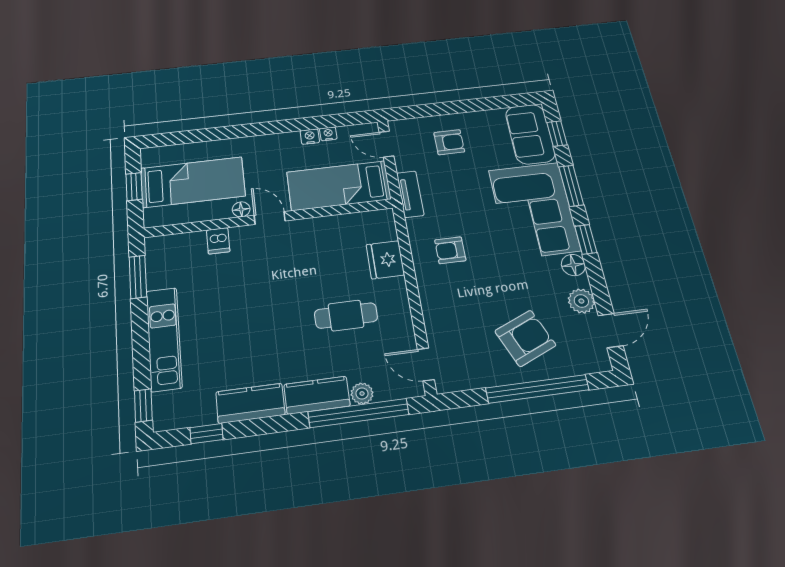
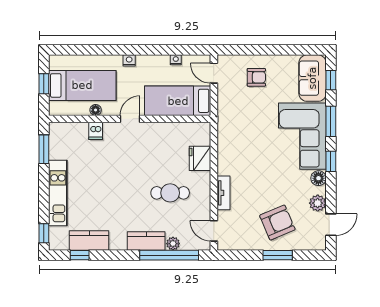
nightstand: (310, 137) -> (129, 60), moved
tv unit: (410, 194) -> (223, 193), moved
floor lamp: (241, 209) -> (96, 110), moved
door: (270, 218) -> (130, 119), hinge flipped
armchair: (450, 250) -> (242, 157), removed
window: (537, 389) -> (278, 255), width x0.47
kitchen counter: (250, 403) -> (89, 240), moved

